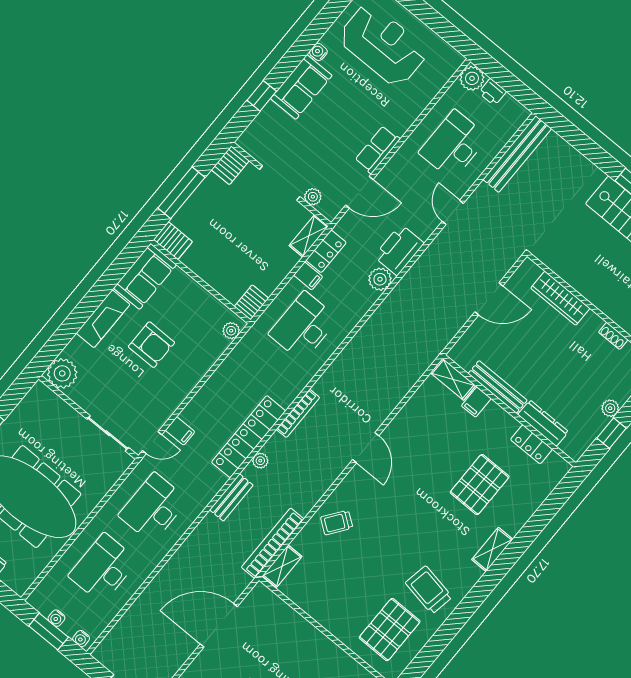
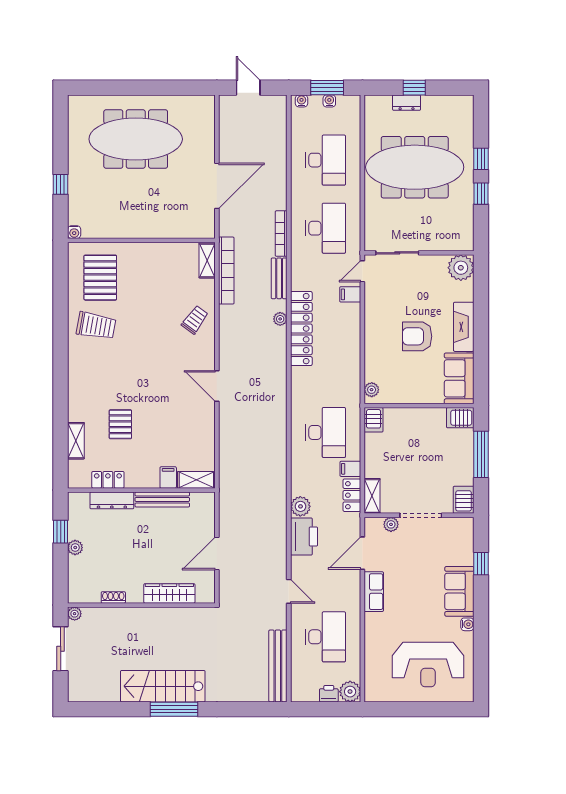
bookcase: (298, 413) -> (281, 234), moved
pallet: (480, 485) -> (120, 424), width x0.67, depth x0.71
shelving: (492, 549) -> (76, 441), moved

